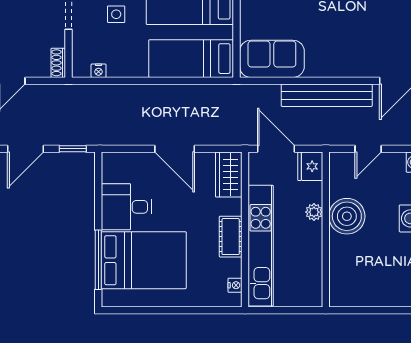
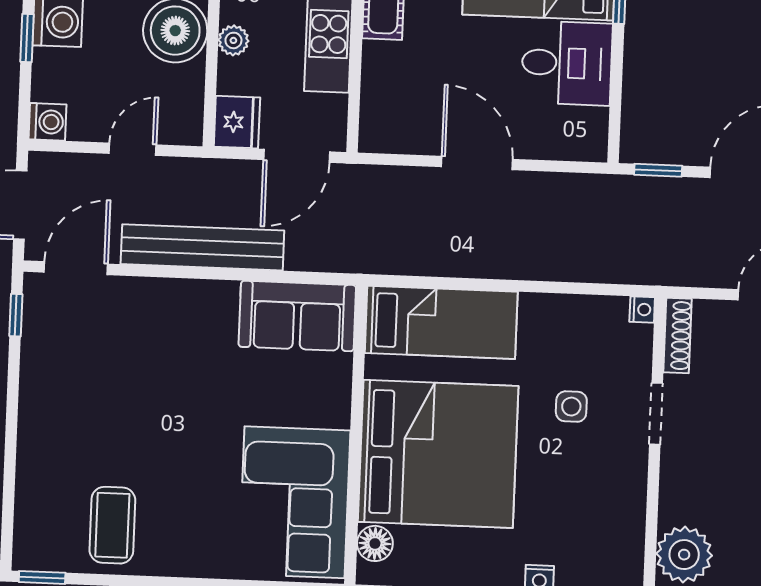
shoe rack: (58, 63) -> (678, 335), width x1.43
nightstand: (99, 71) -> (642, 310), moved, turned 90
door: (276, 149) -> (297, 156), hinge flipped
wardrobe: (229, 175) -> (383, 113), removed

